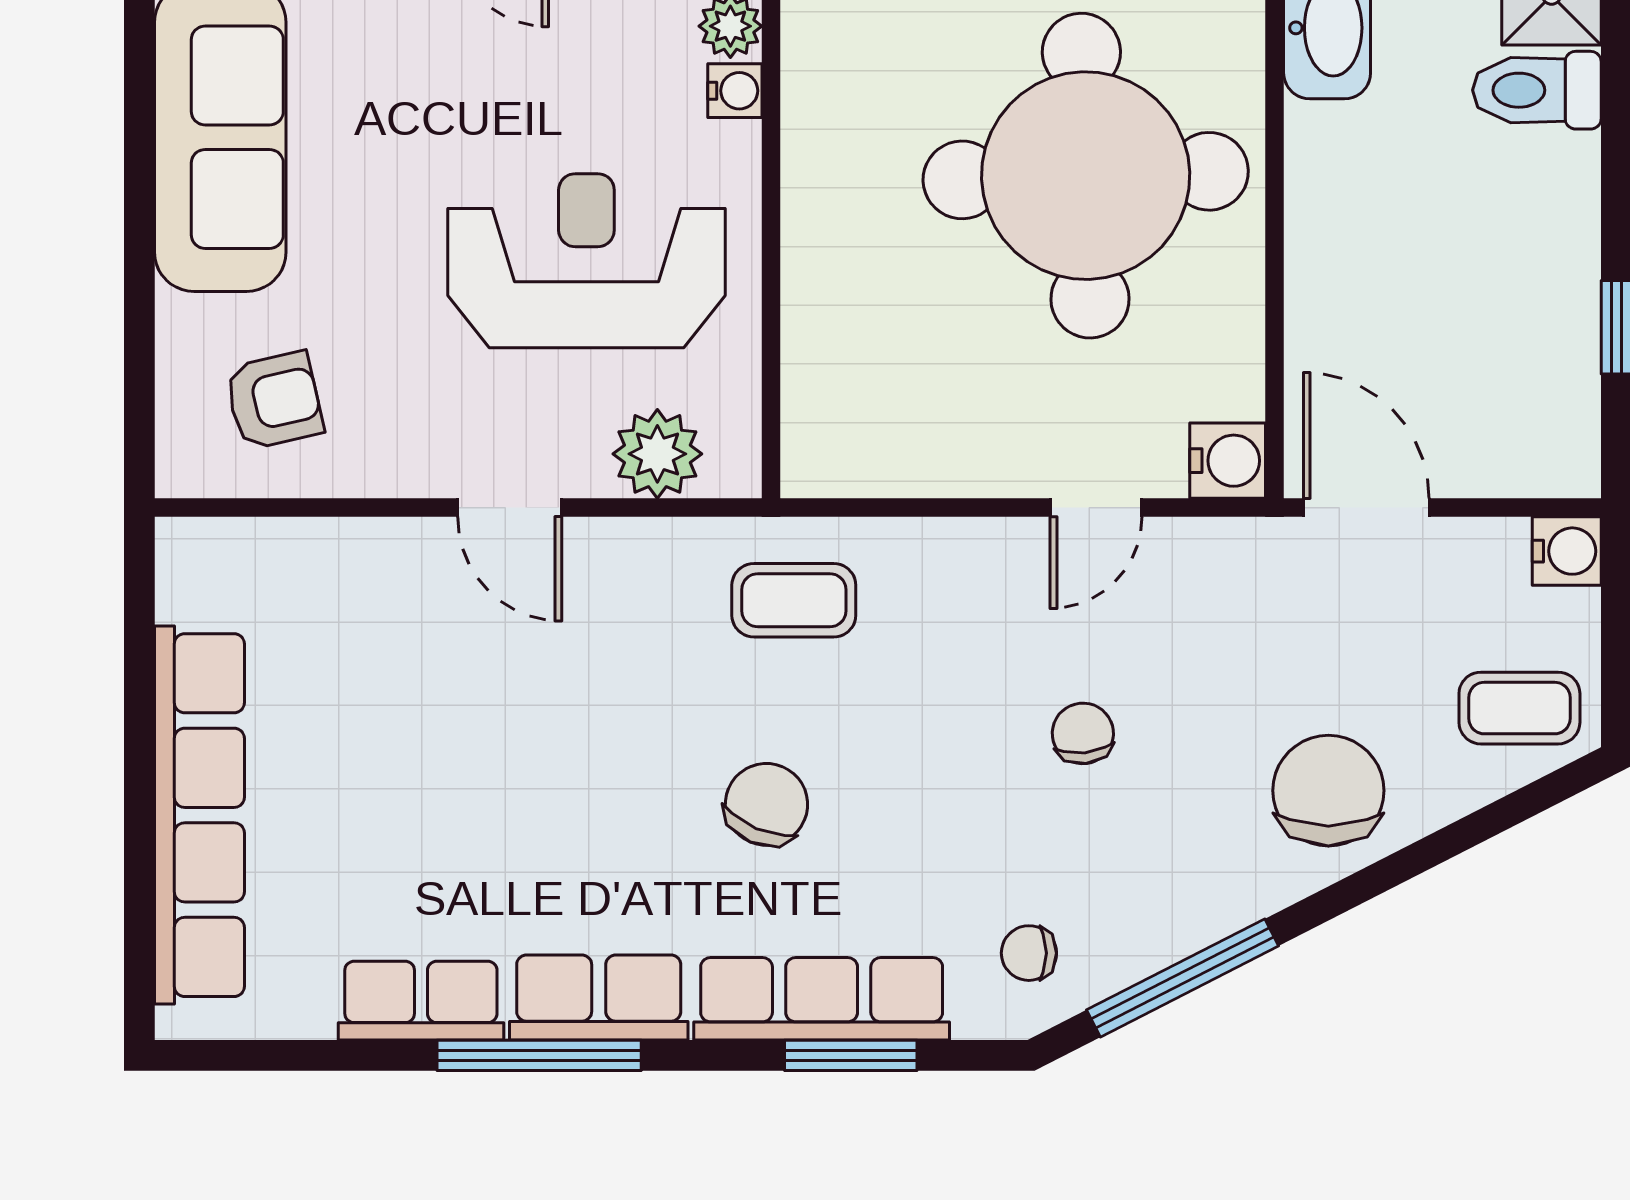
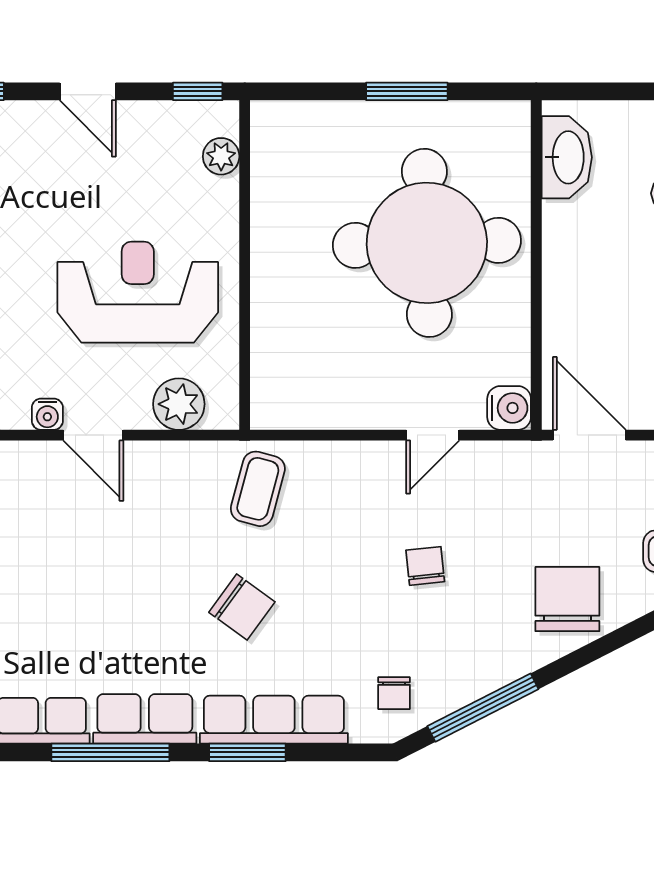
water cooler: (735, 91) -> (47, 414), moved, turned 90
coffee table: (794, 600) -> (258, 489), turned -75
chair: (766, 804) -> (242, 607), turned 103
chair: (1029, 953) -> (394, 693), turned -90
window: (851, 1055) -> (247, 752), moved

